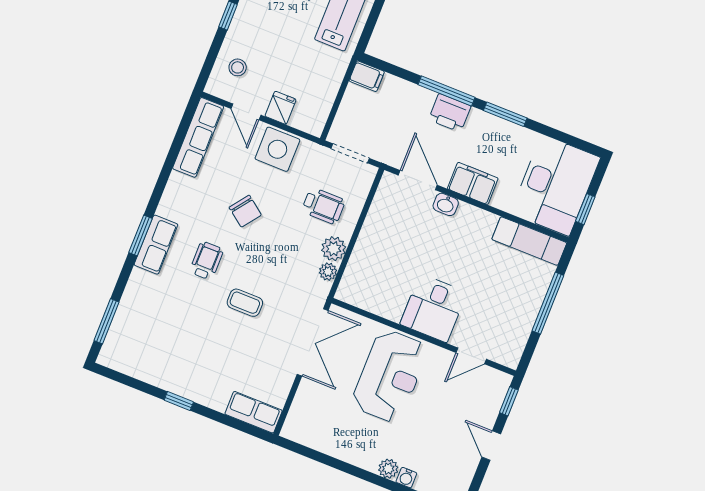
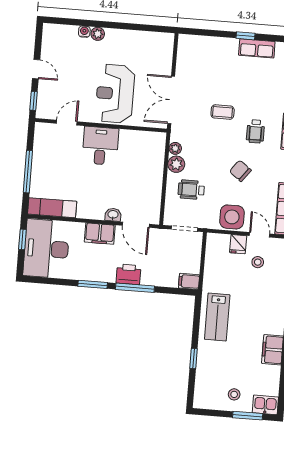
stool: (238, 67) -> (258, 262), moved
row of seats: (254, 412) -> (257, 48), moved

